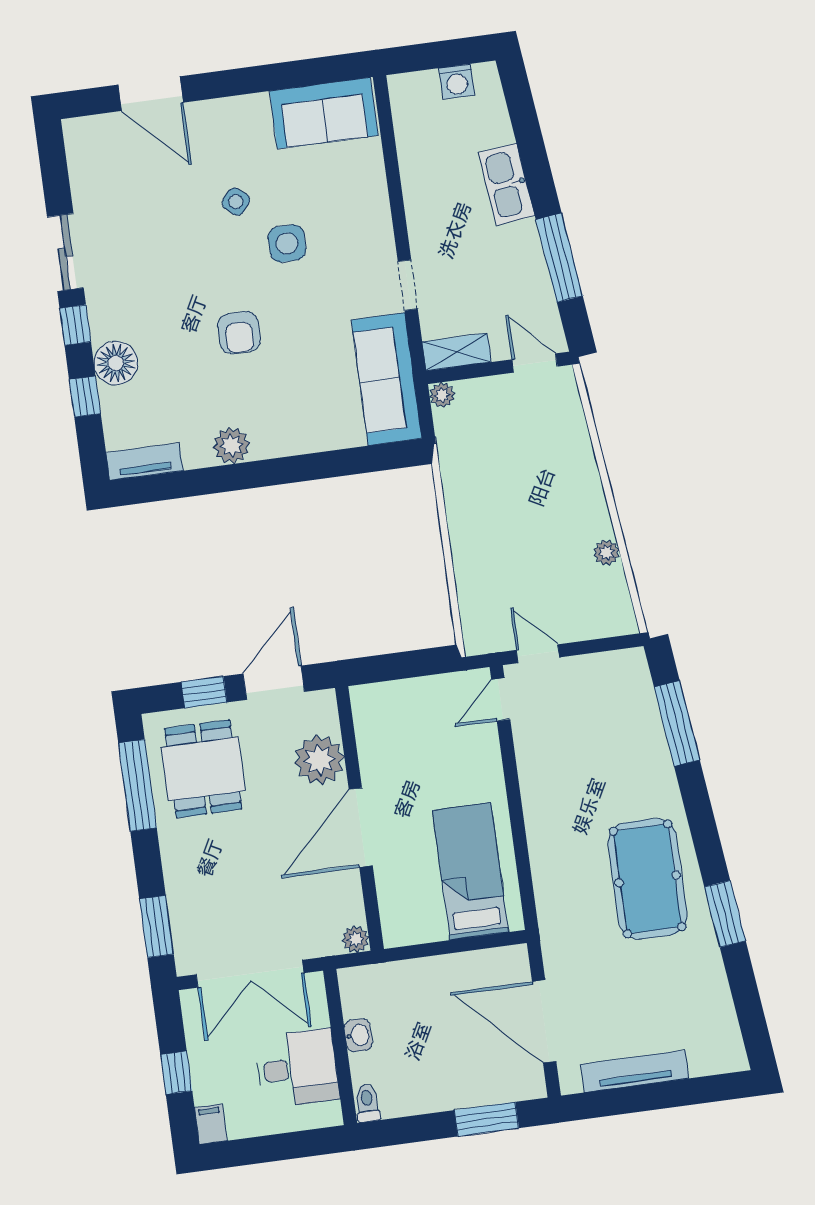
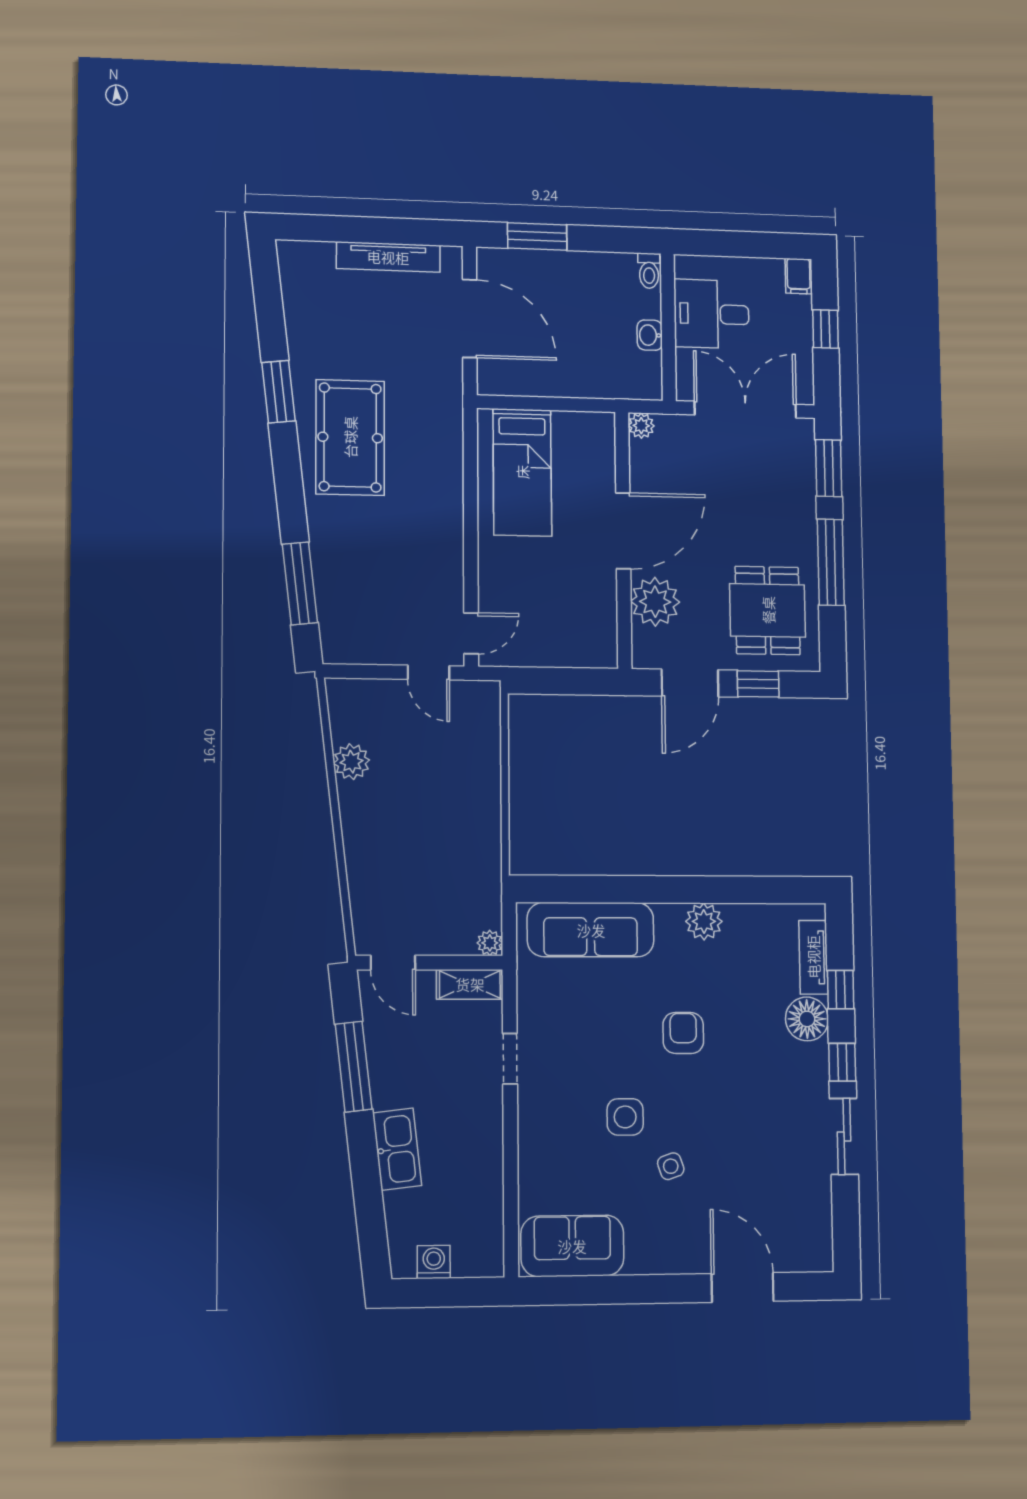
side table: (236, 202) -> (671, 1166), turned 31
sofa: (387, 379) -> (591, 930), moved, turned 90
tv unit: (144, 462) -> (813, 957), moved, turned 90
plant: (607, 553) -> (352, 762), width x1.38, depth x1.38
window: (137, 785) -> (831, 562), moved

